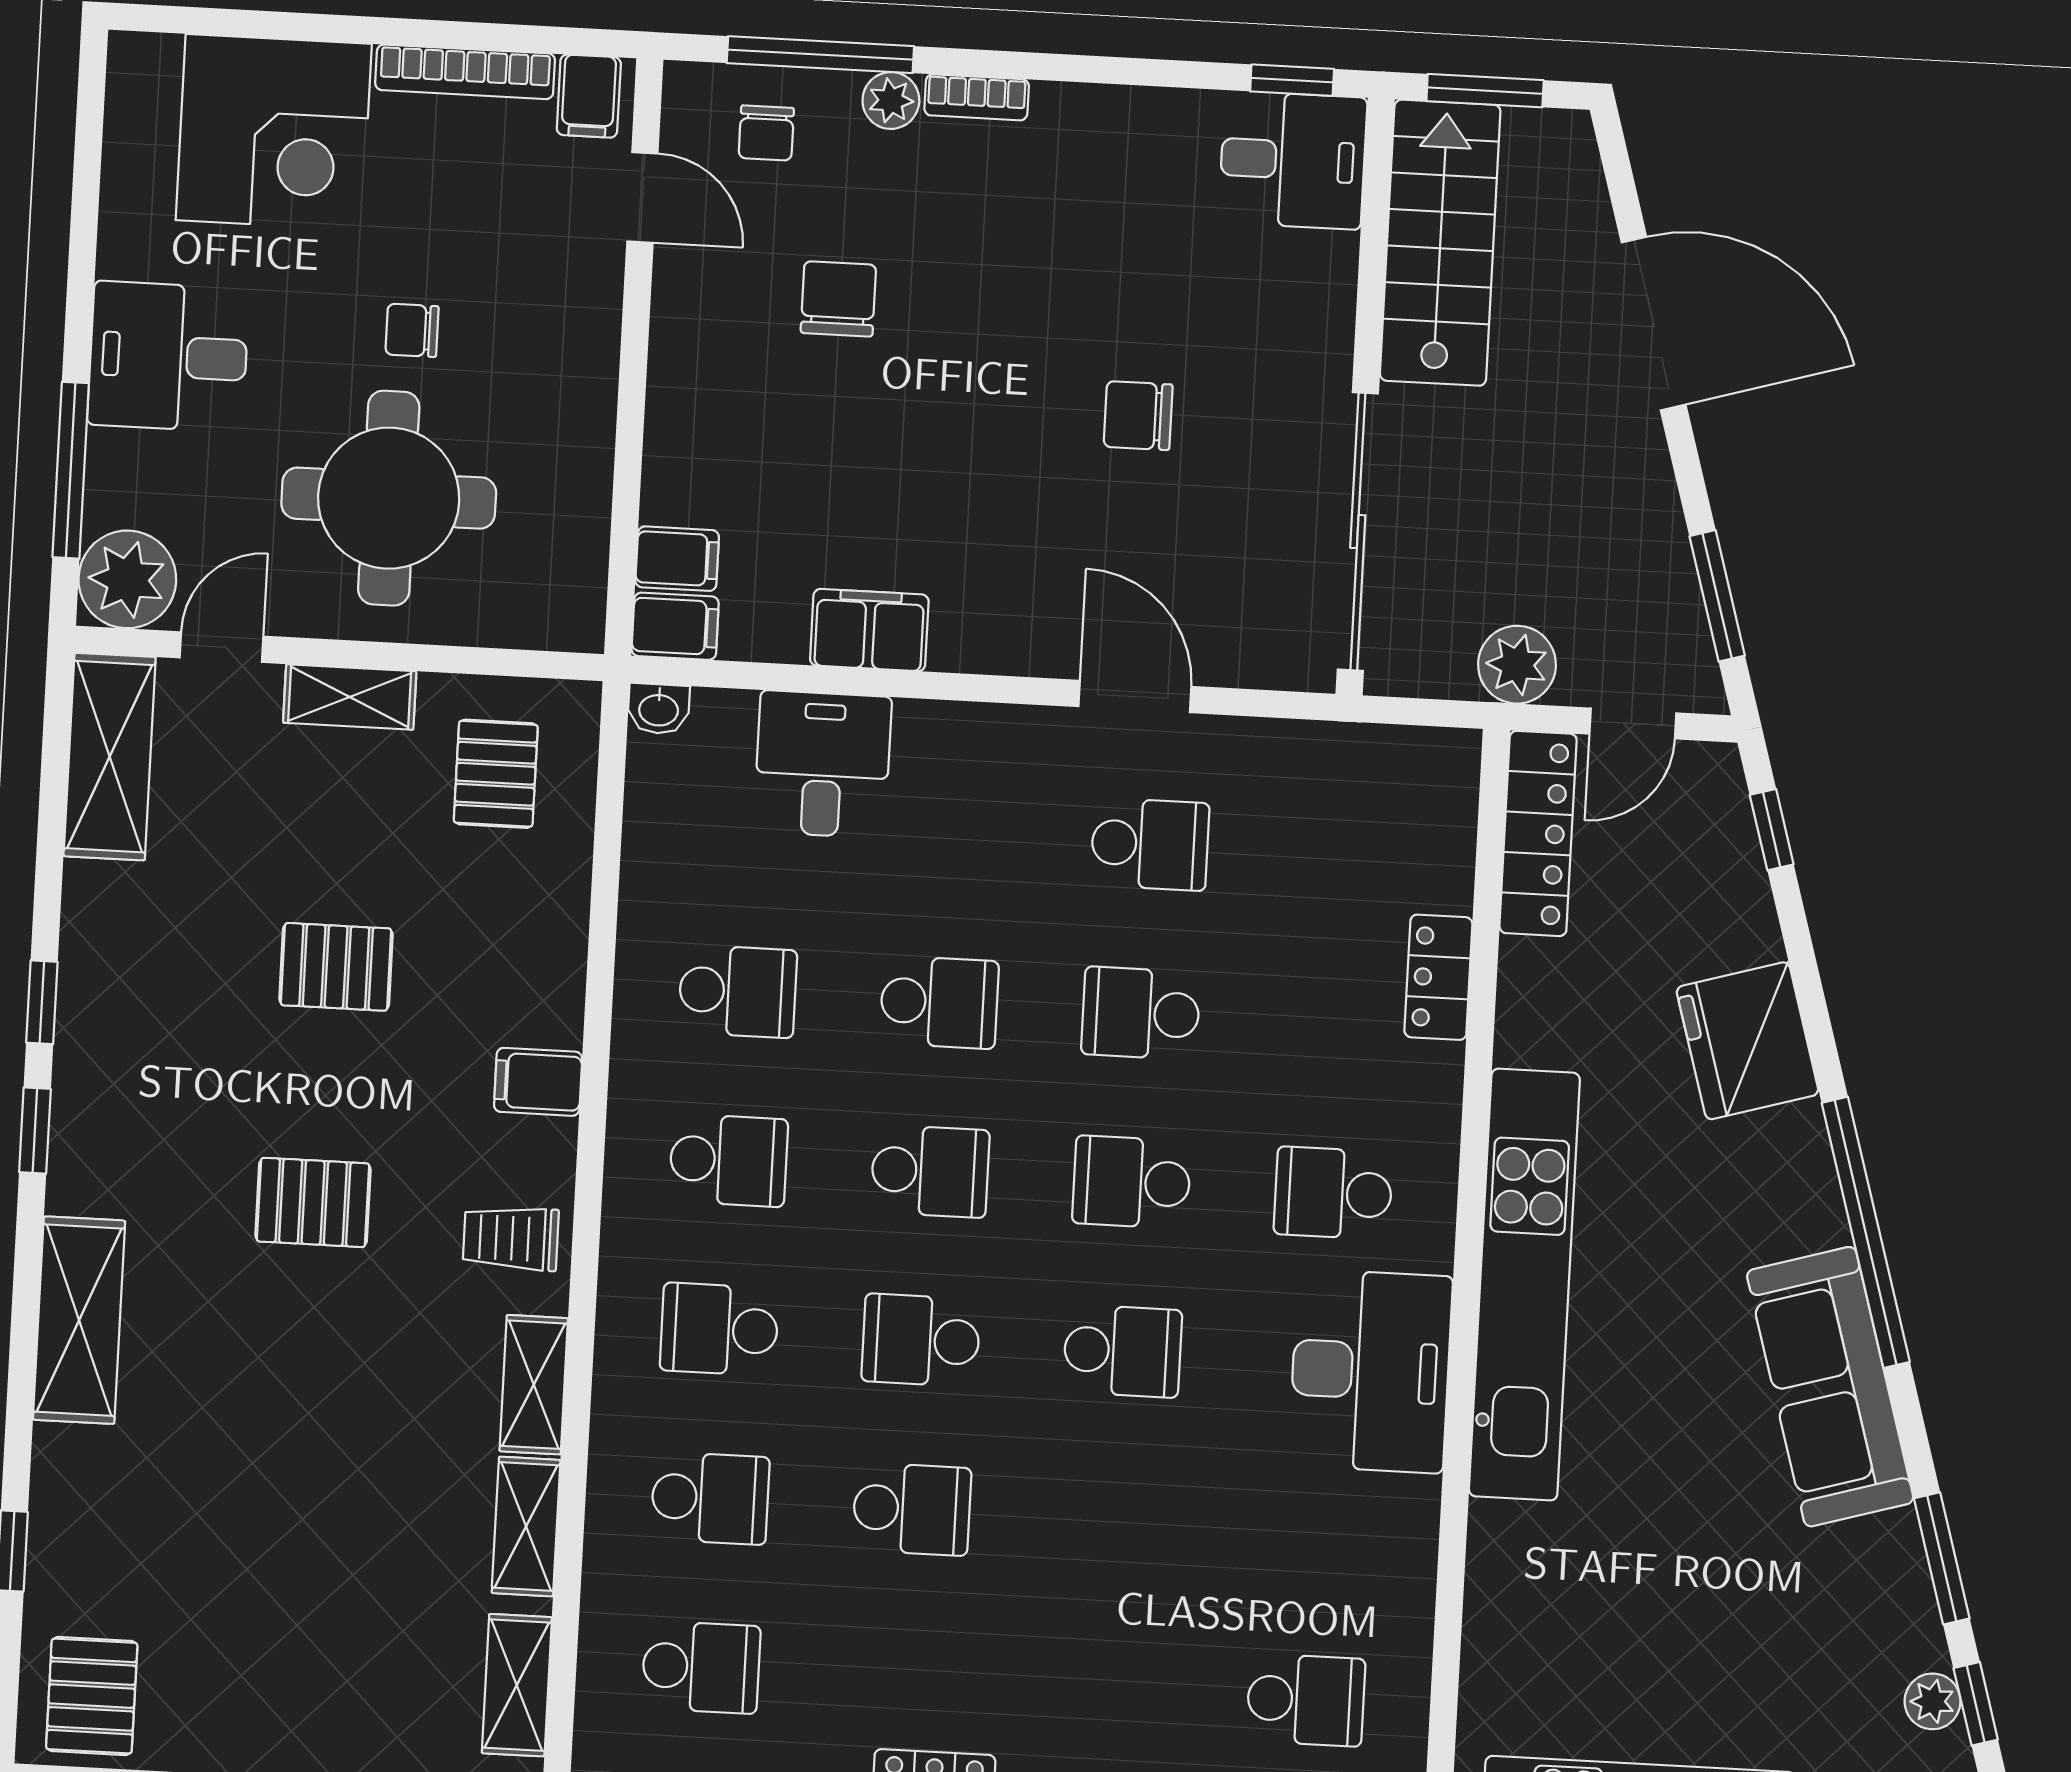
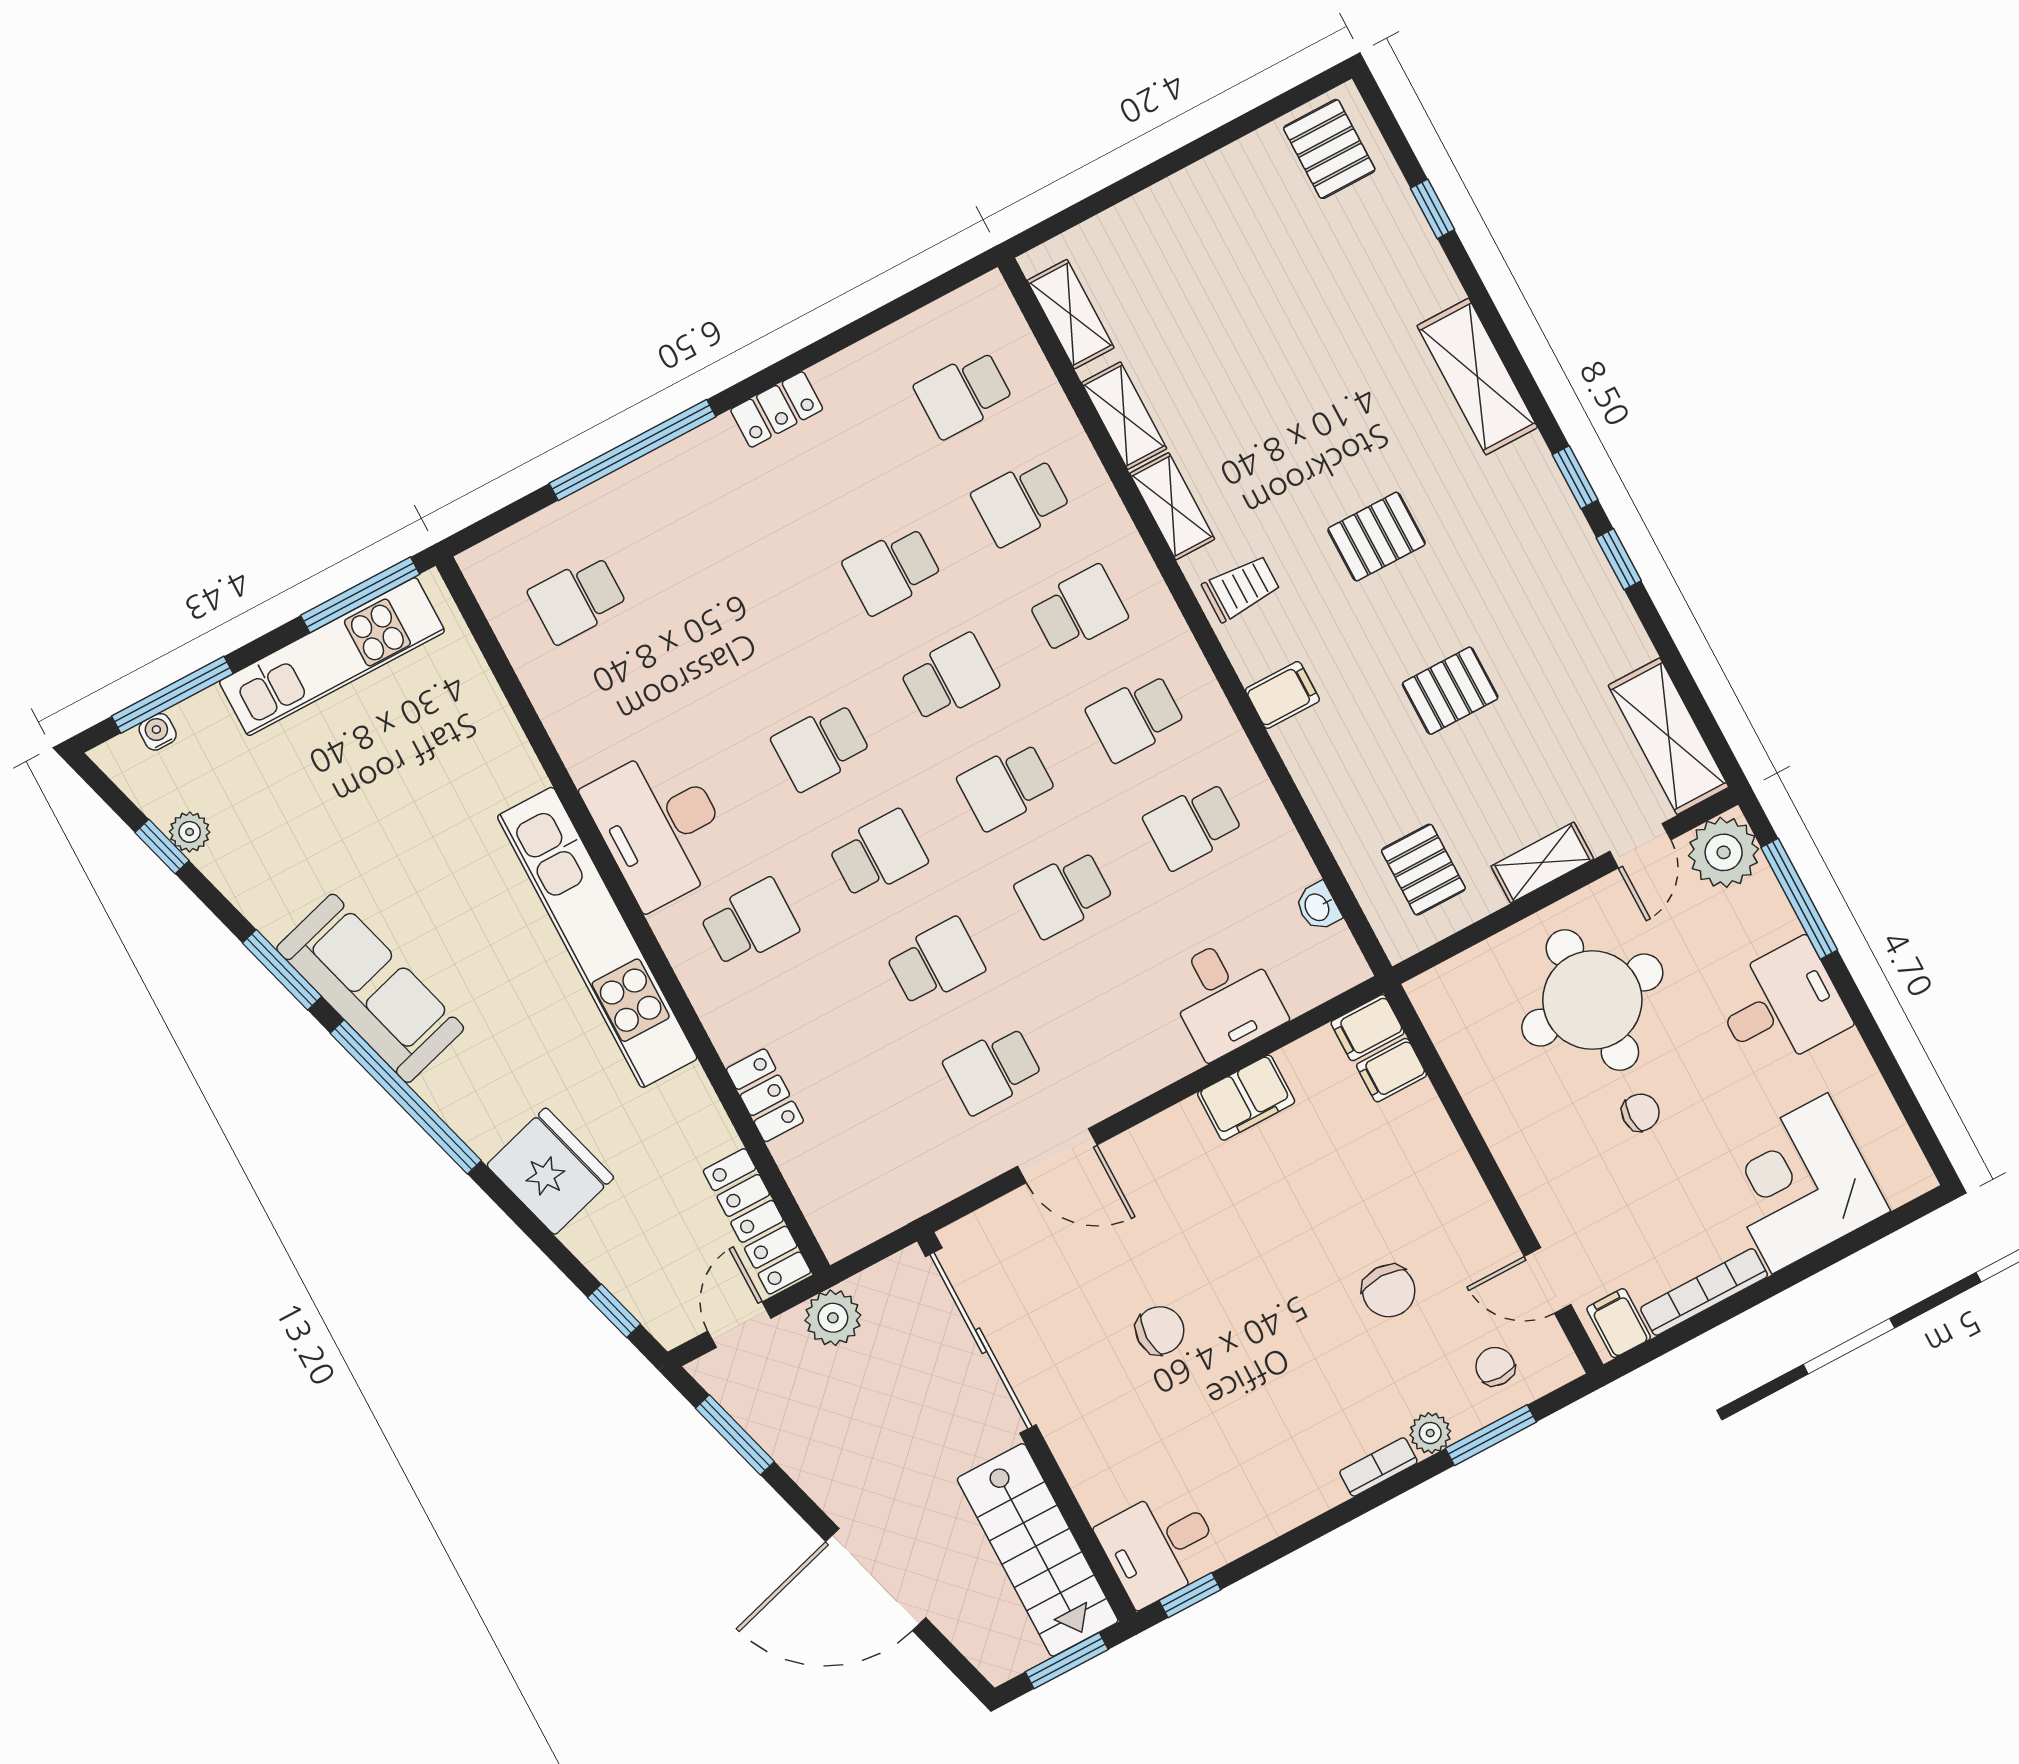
window: (820, 55) -> (1491, 1435), width x0.69
washbasin: (659, 709) -> (1318, 907), moved, turned -90
window: (1942, 1558) -> (282, 970), moved

